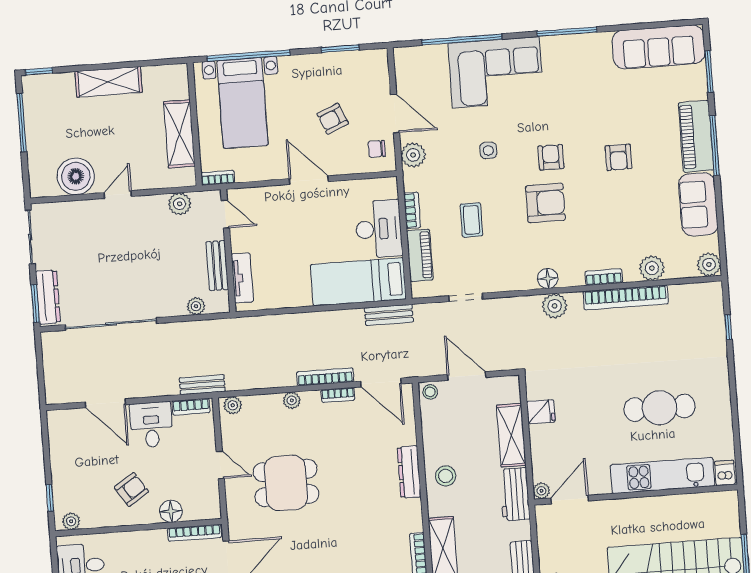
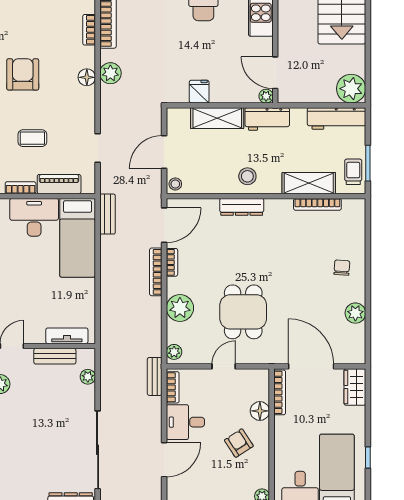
plant: (292, 400) -> (180, 308), width x1.87, depth x1.87

